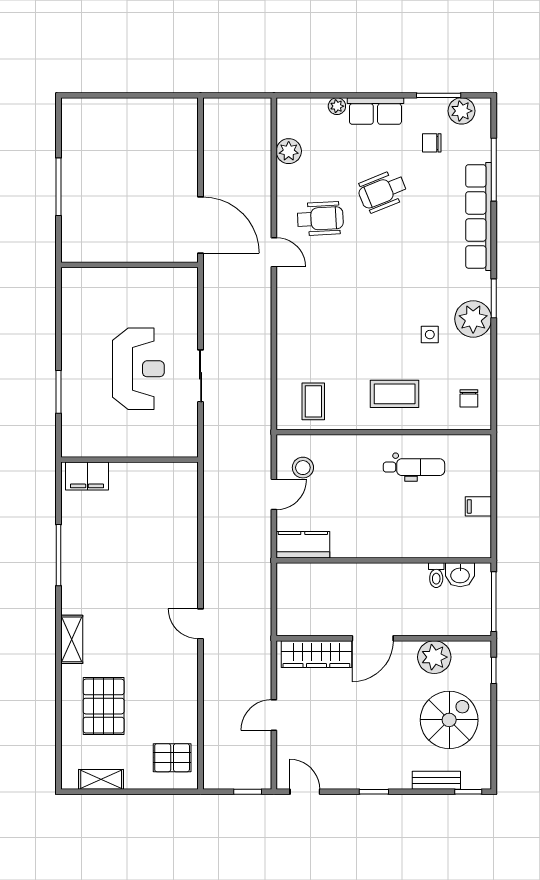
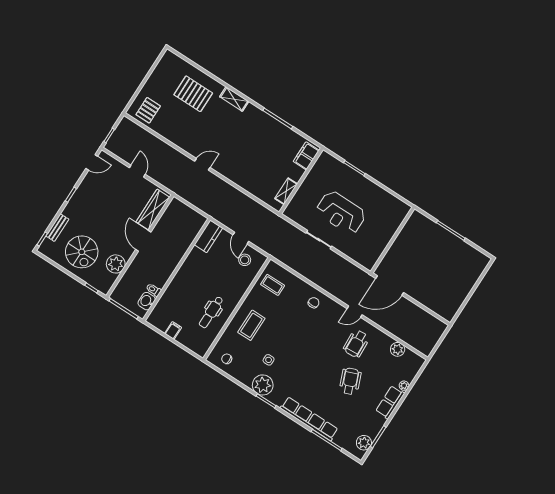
chair: (432, 143) -> (314, 303), moved
shelving: (101, 779) -> (286, 191), moved

